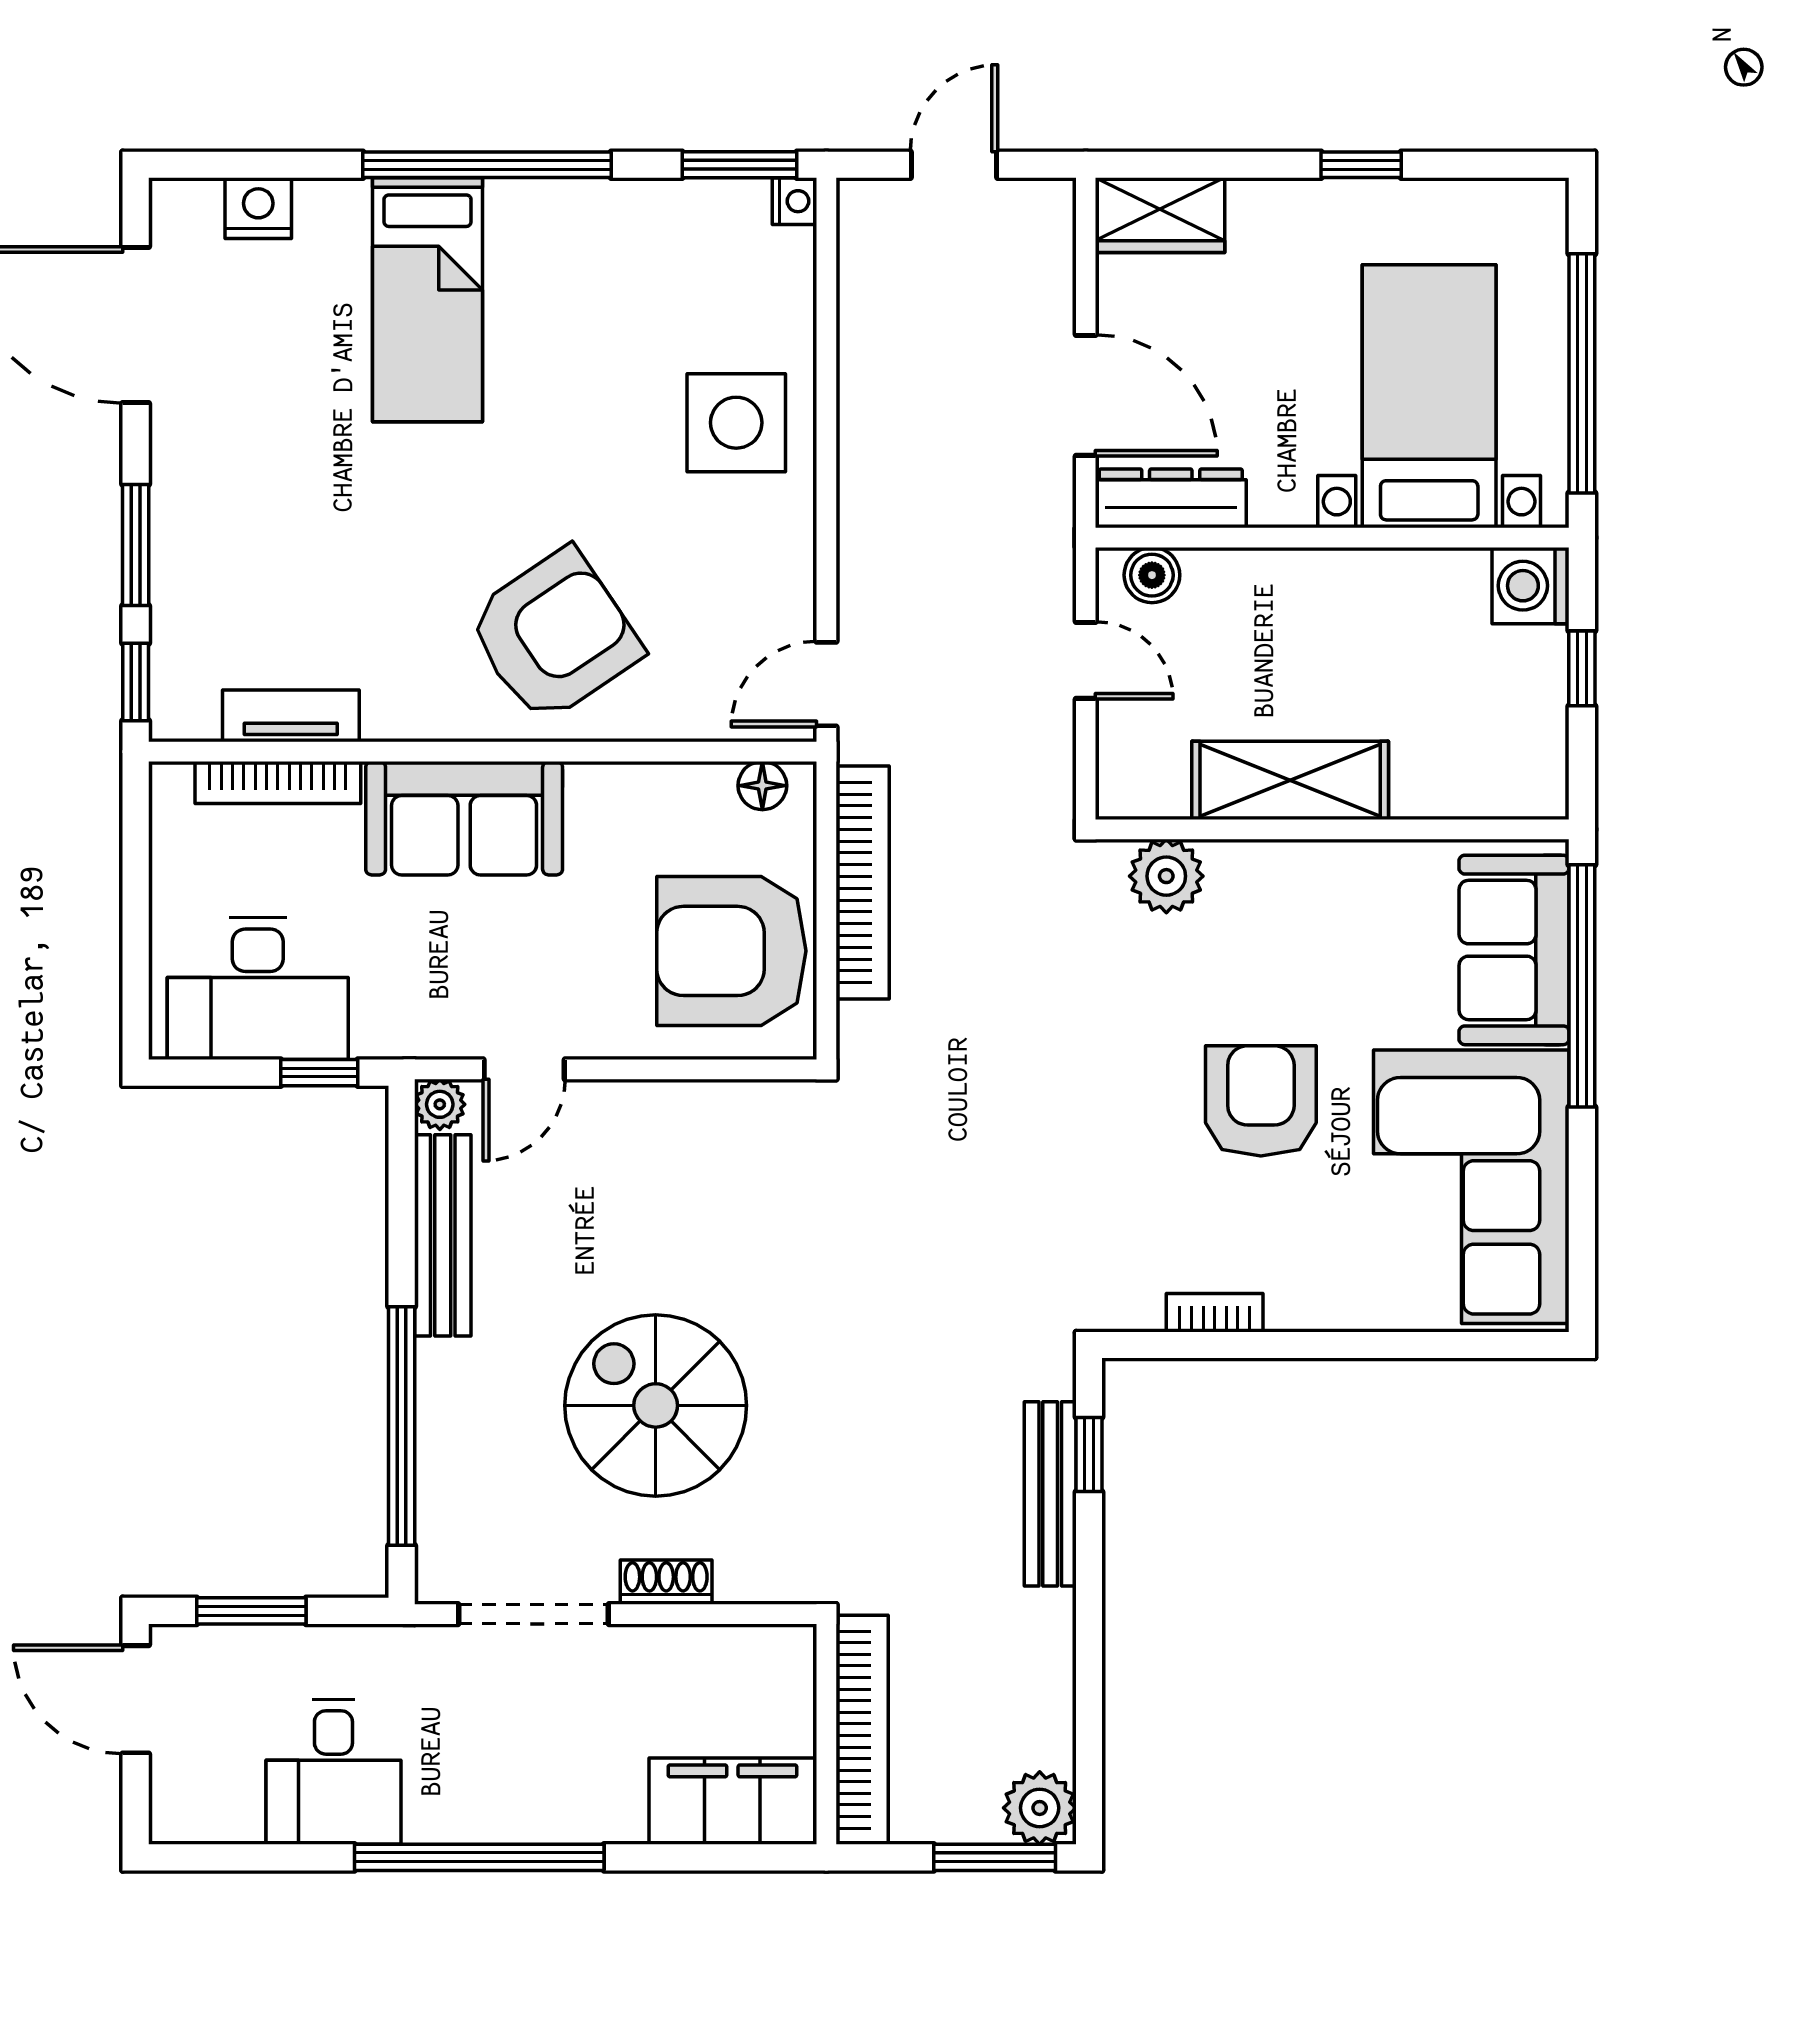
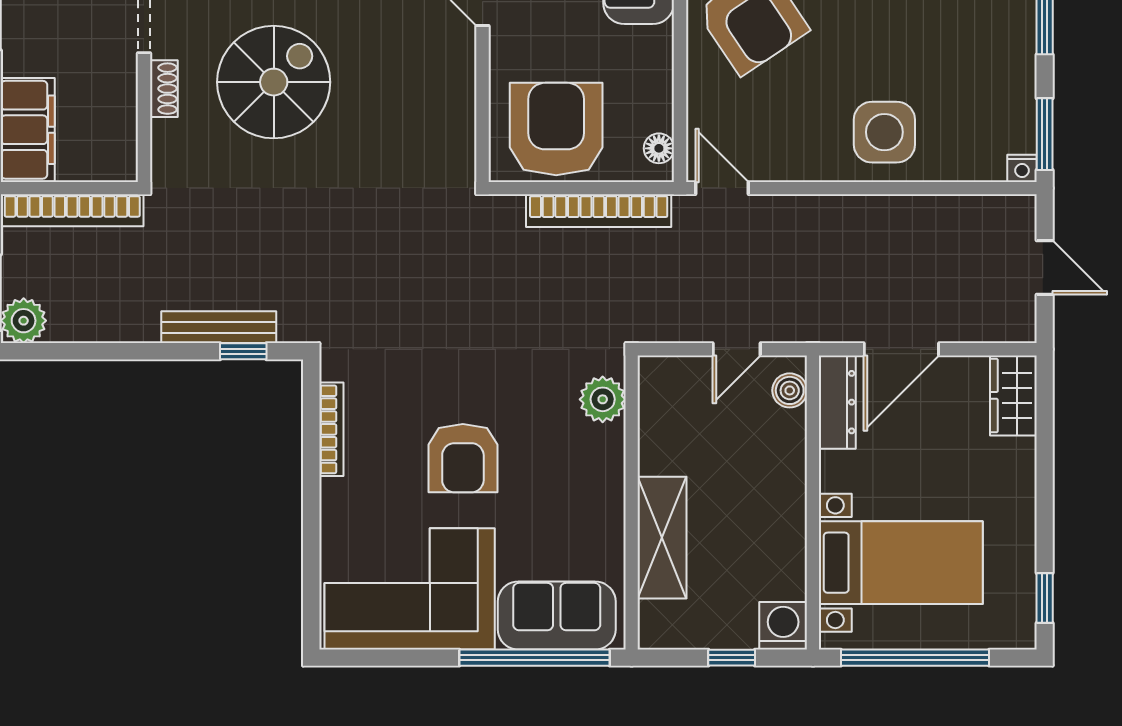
window: (1361, 165) -> (1045, 598), moved
shelving: (1290, 780) -> (662, 538), moved
armchair: (1261, 1101) -> (463, 458), turned 90
bookcase: (1215, 1313) -> (331, 429), width x1.56

